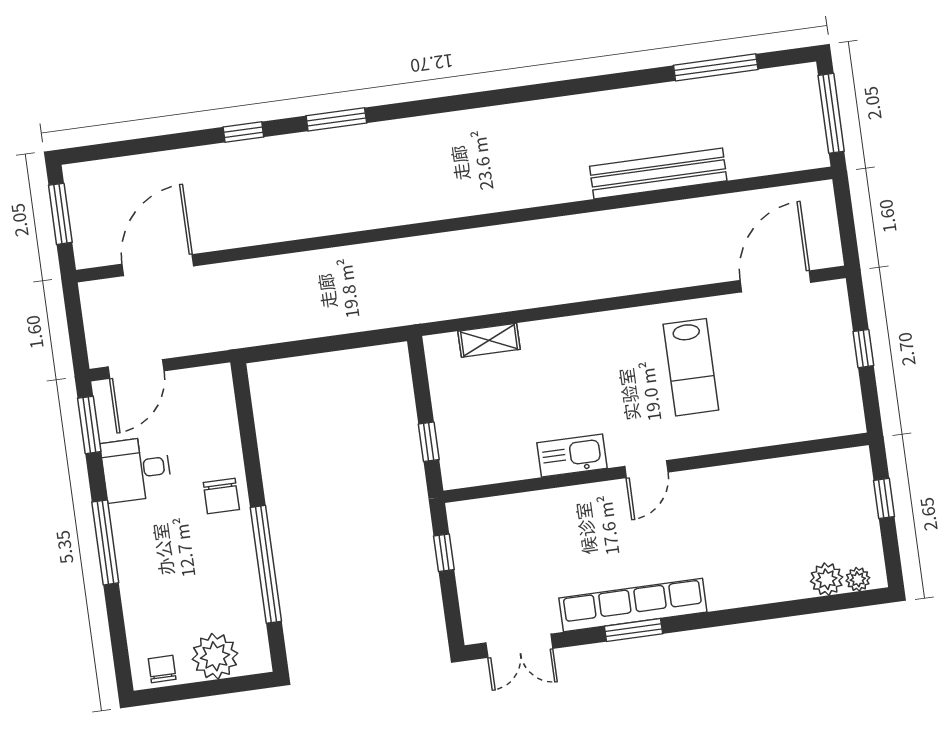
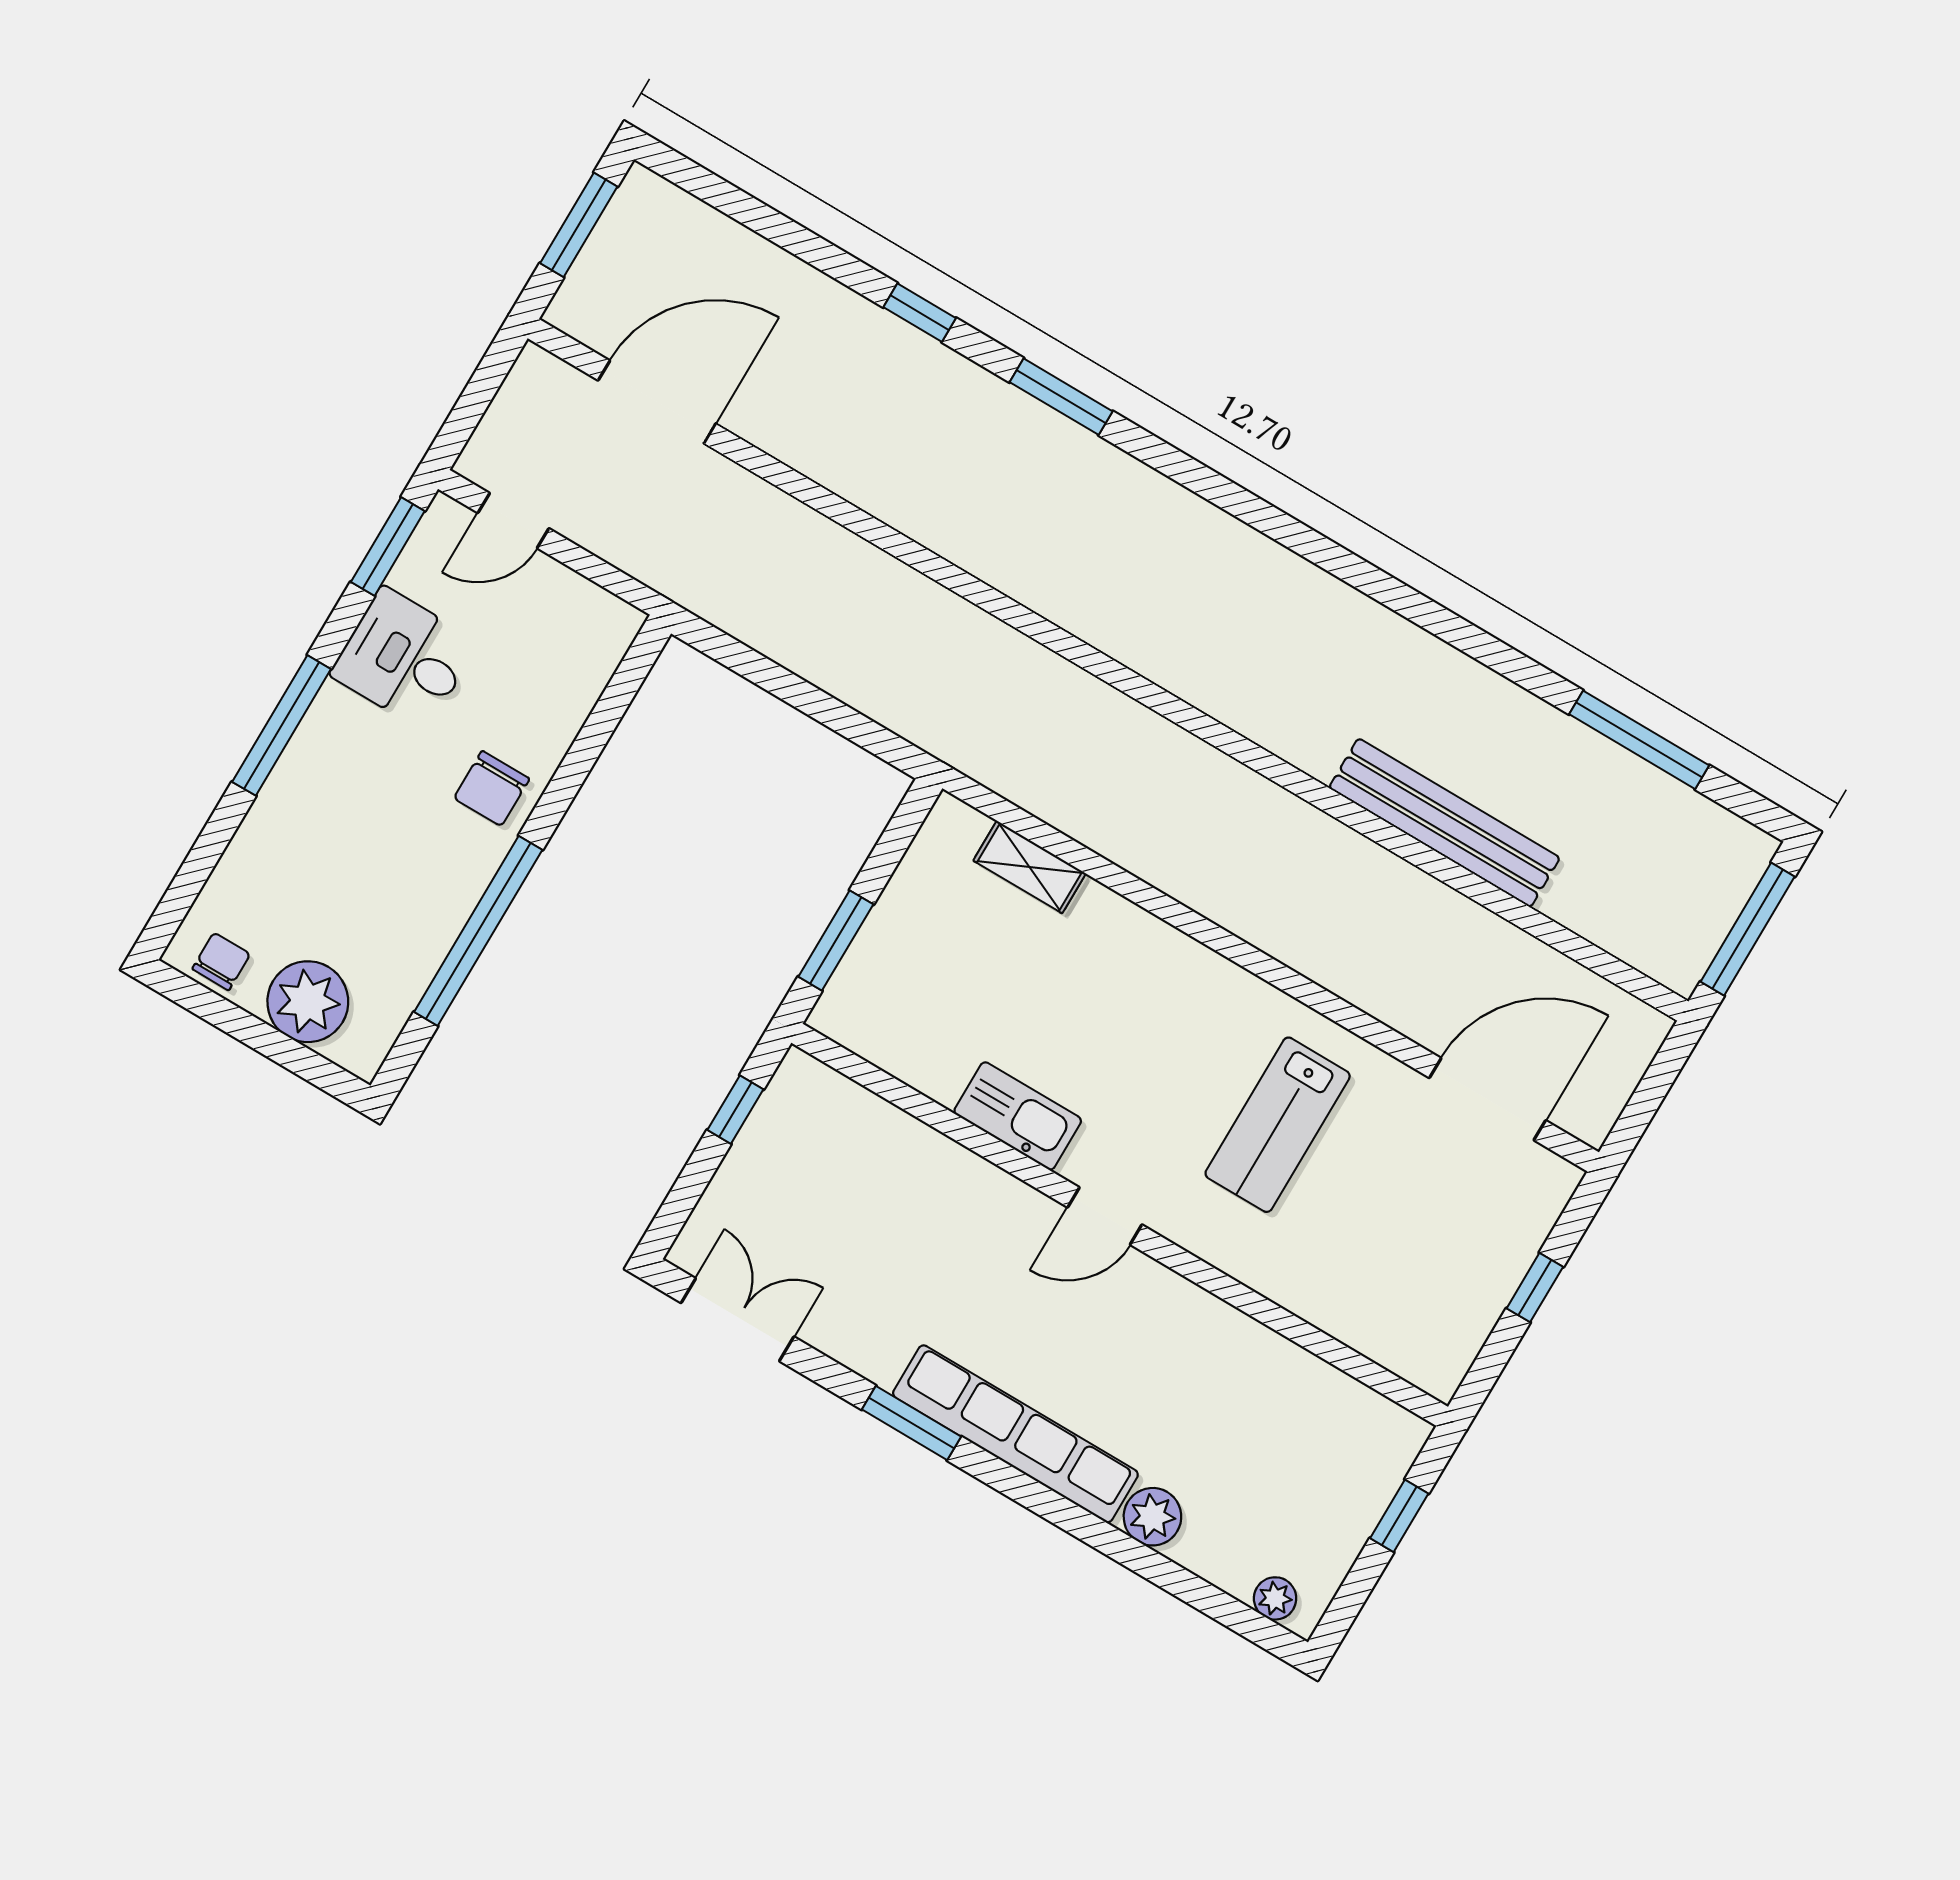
door: (136, 369) -> (513, 521), width x0.73
window: (429, 442) -> (836, 940), width x1.50
plant: (827, 579) -> (1152, 1517), moved
row of seats: (633, 605) -> (1015, 1434), moved
double door: (519, 646) -> (737, 1320), swing flipped

